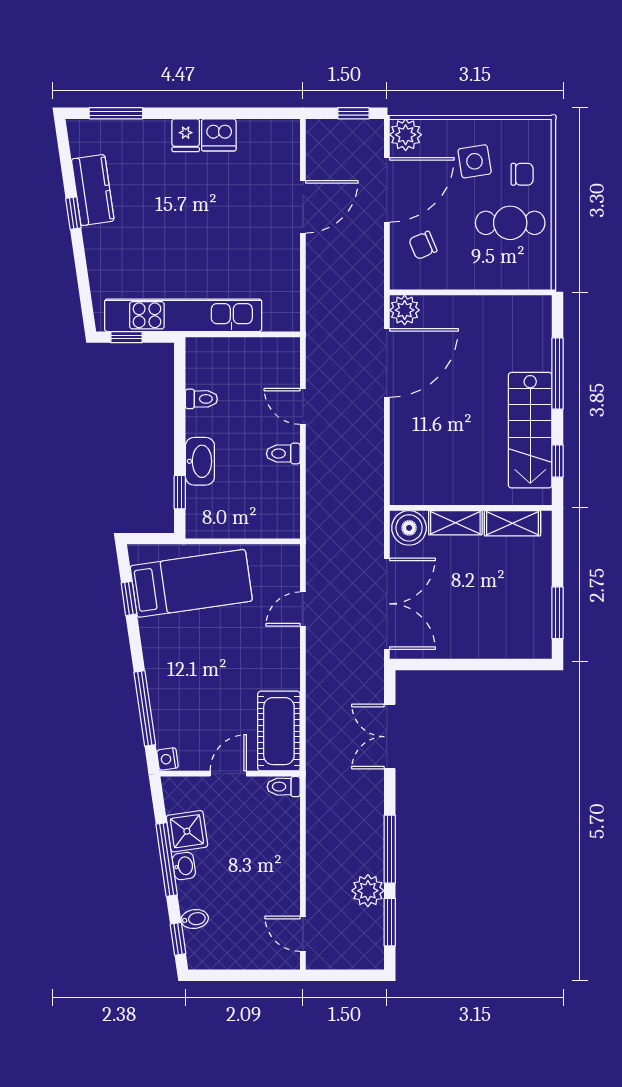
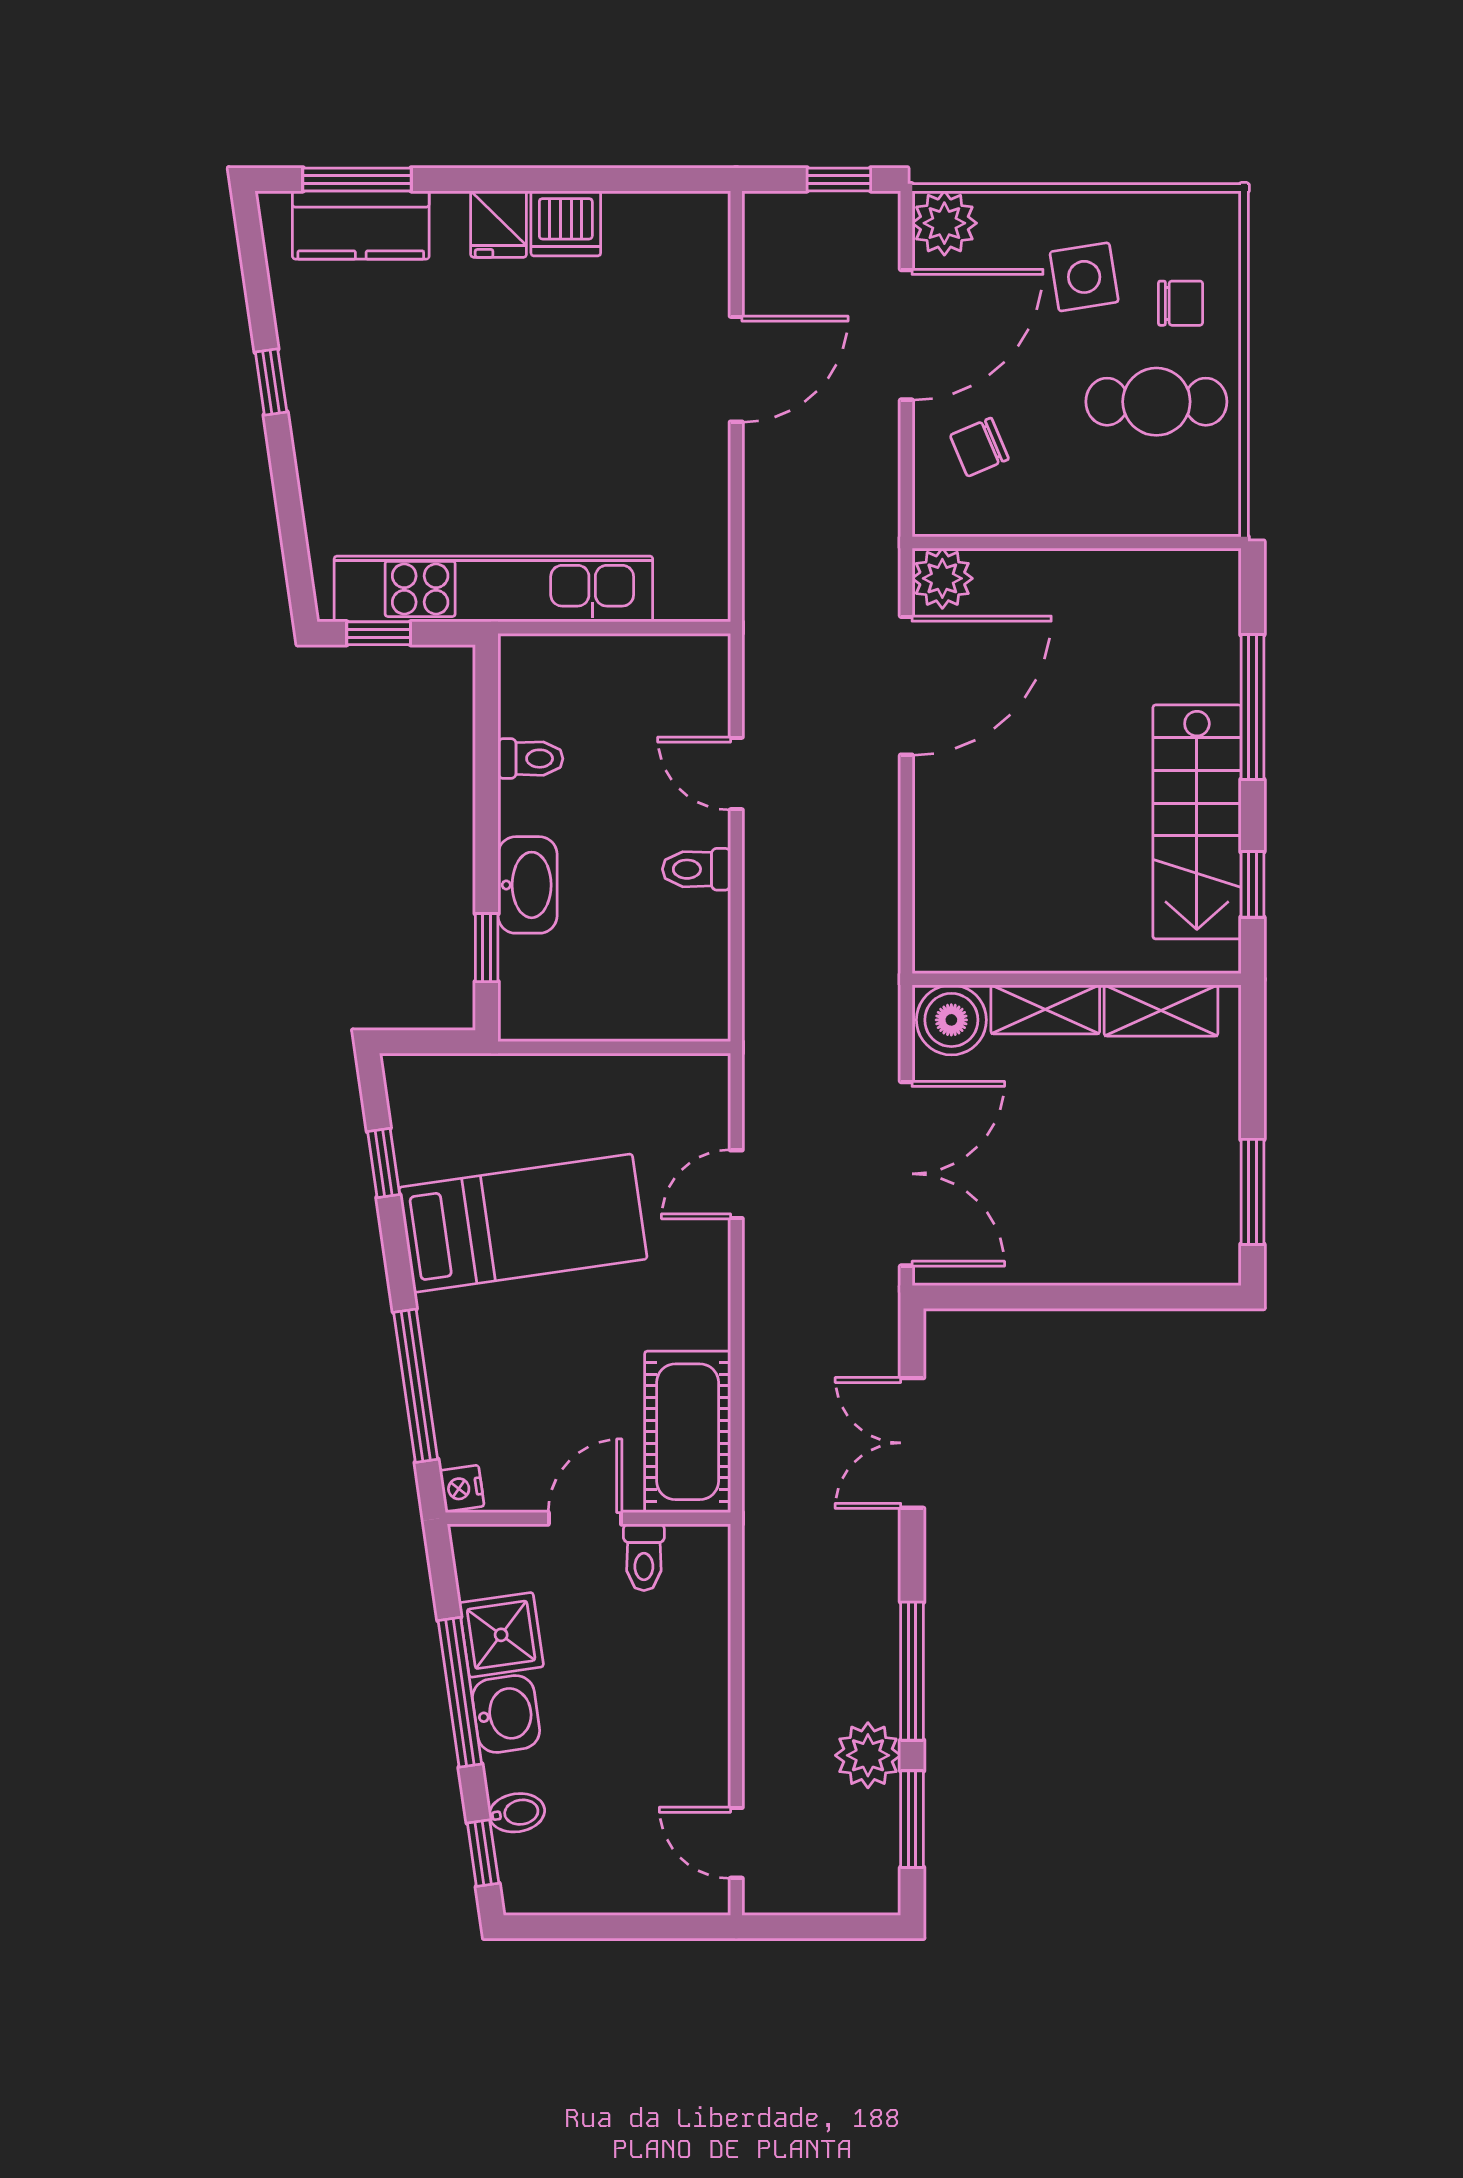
kitchen counter: (93, 190) -> (361, 225), moved, turned 98
bed: (191, 583) -> (523, 1223), moved
toilet: (284, 787) -> (644, 1557), moved, turned -90
washbasin: (184, 866) -> (506, 1714), width x1.38, depth x1.45

